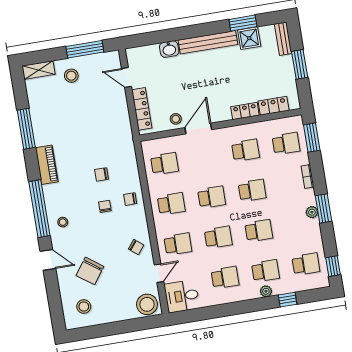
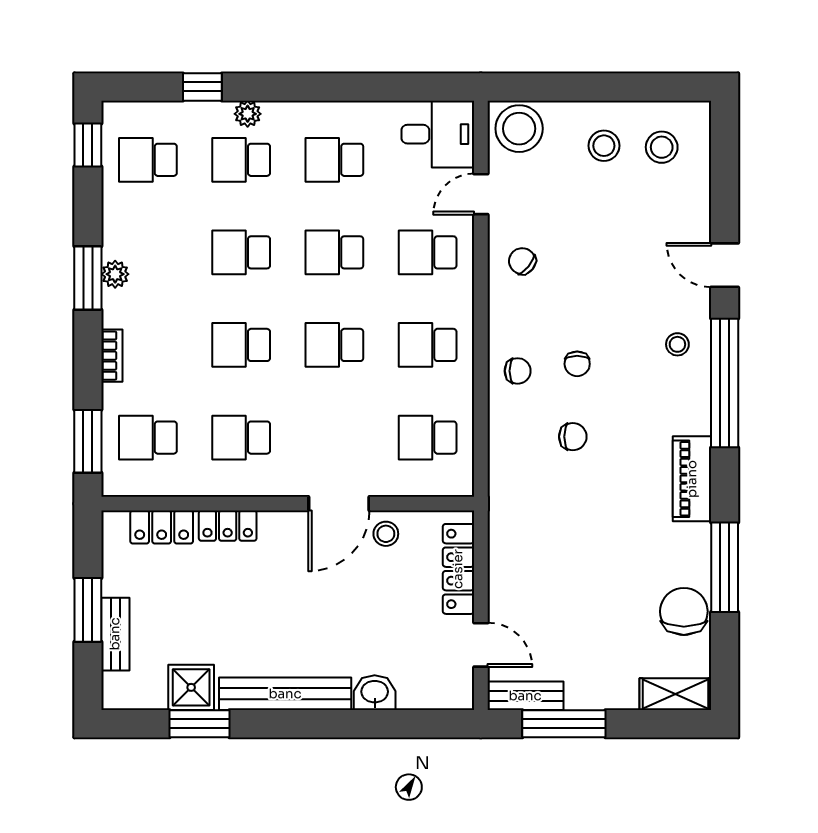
bench: (283, 39) -> (115, 634), moved
bench: (103, 59) -> (525, 696), added
stool: (71, 76) -> (604, 146), moved
chair: (90, 271) -> (684, 611), moved, turned -36

